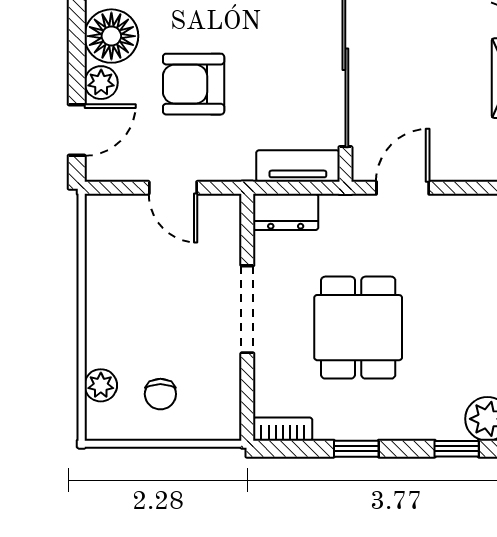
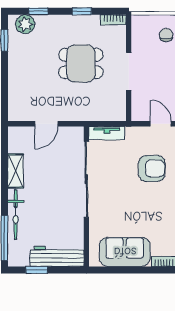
door: (403, 188) -> (46, 124), moved
dresser: (286, 212) -> (112, 113), removed
dining table: (358, 328) -> (81, 64), turned 90

